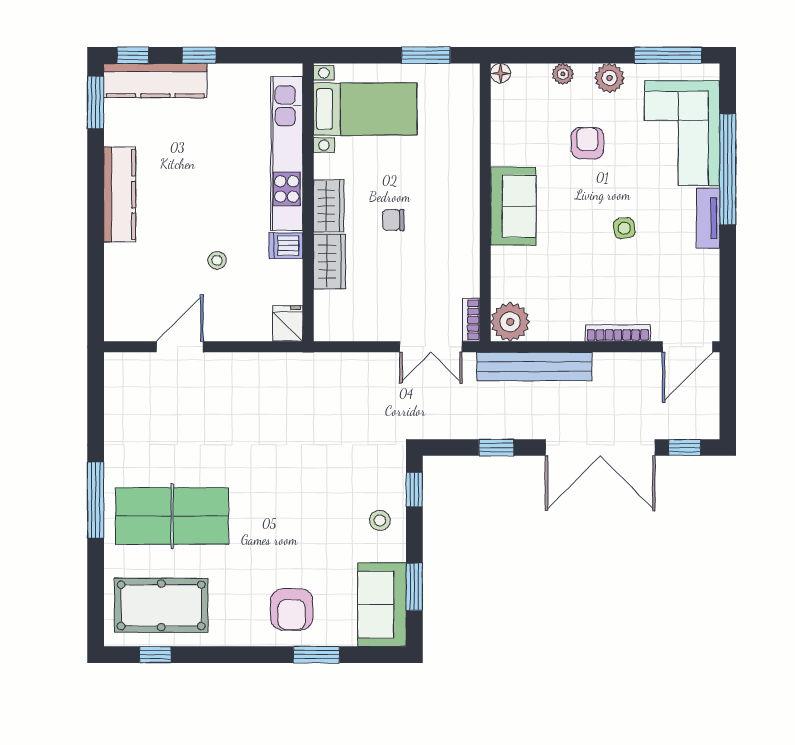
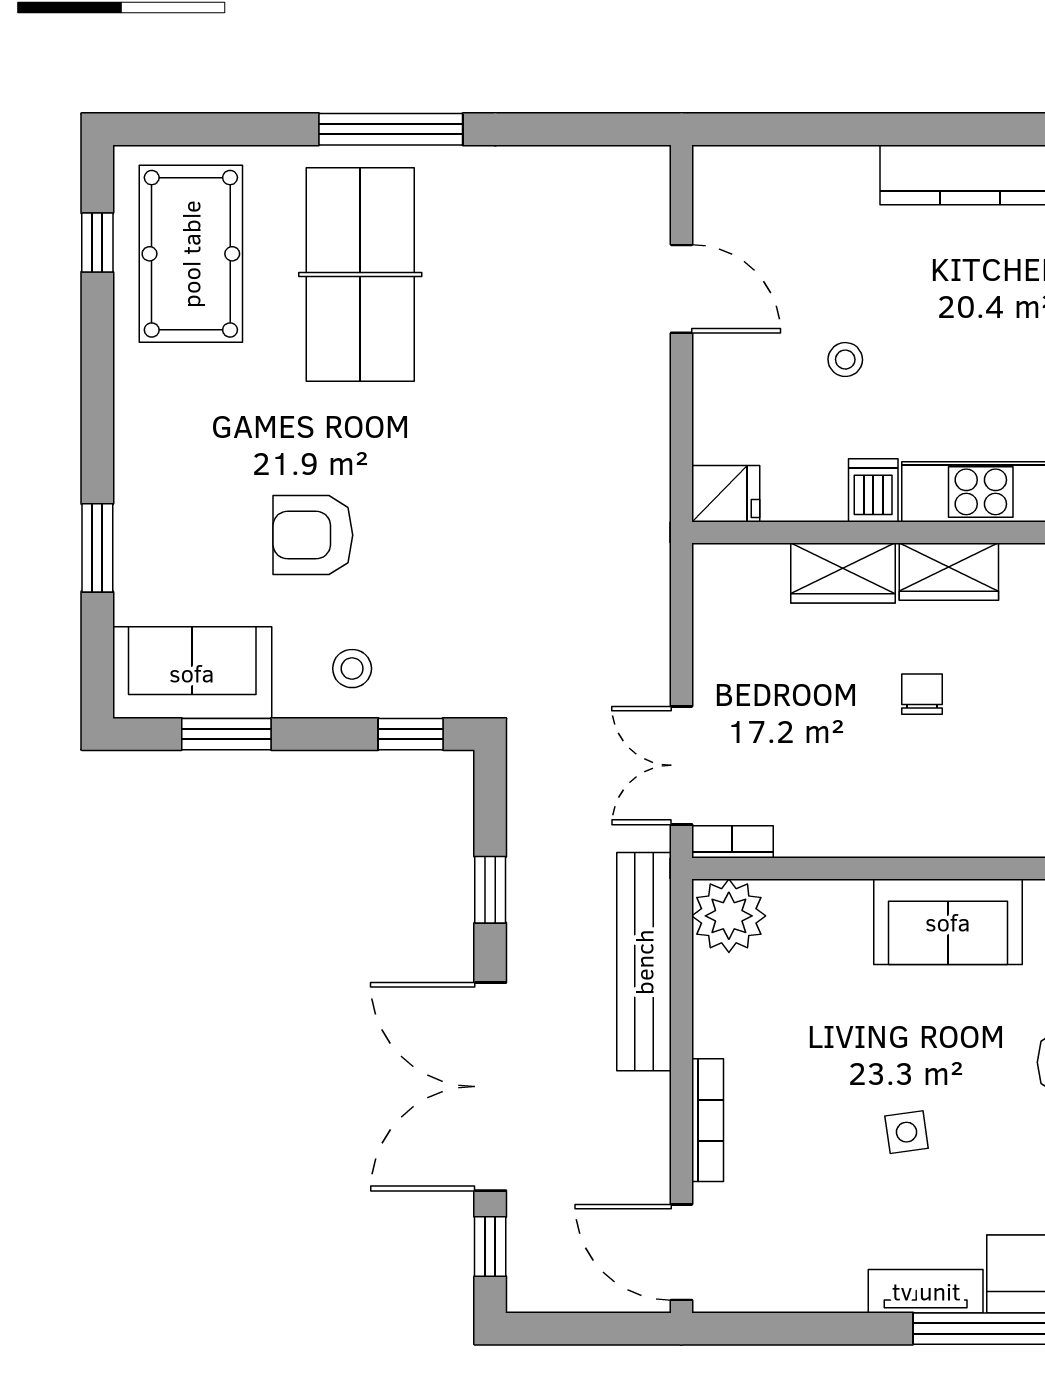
armchair: (292, 609) -> (313, 535), moved

